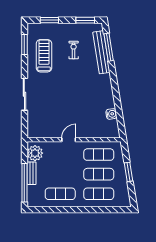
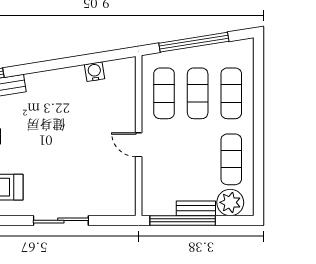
plant: (35, 153) -> (230, 202), moved
window: (129, 172) -> (194, 42), width x2.11
window: (24, 183) -> (183, 220), moved

